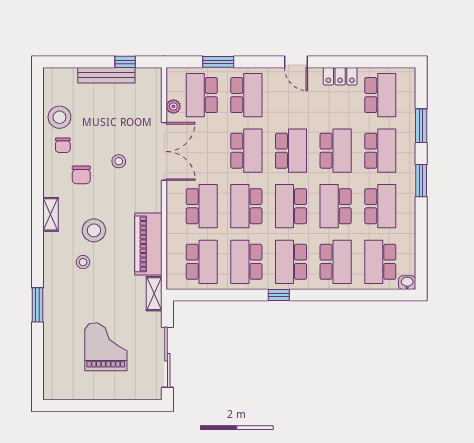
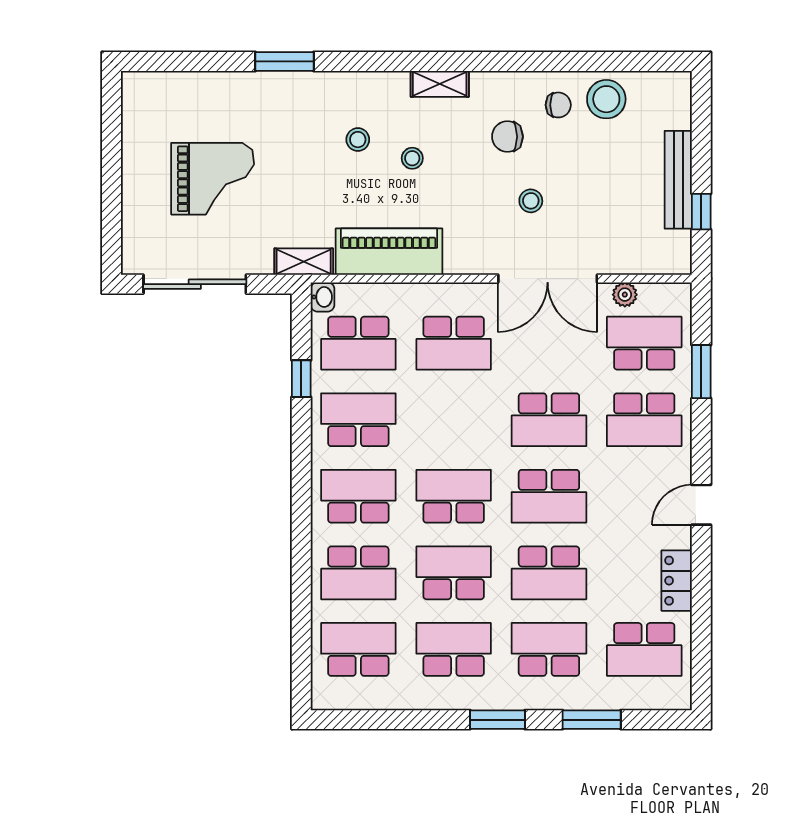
chair: (63, 145) -> (558, 105), turned 180
school desk: (380, 151) -> (549, 649), turned 180
school desk: (246, 206) -> (454, 420), removed
school desk: (380, 206) -> (454, 649), turned 180
stool: (94, 230) -> (412, 158), width x0.53, depth x0.53
washbasin: (407, 283) -> (322, 297), moved
window: (279, 295) -> (301, 379), moved

